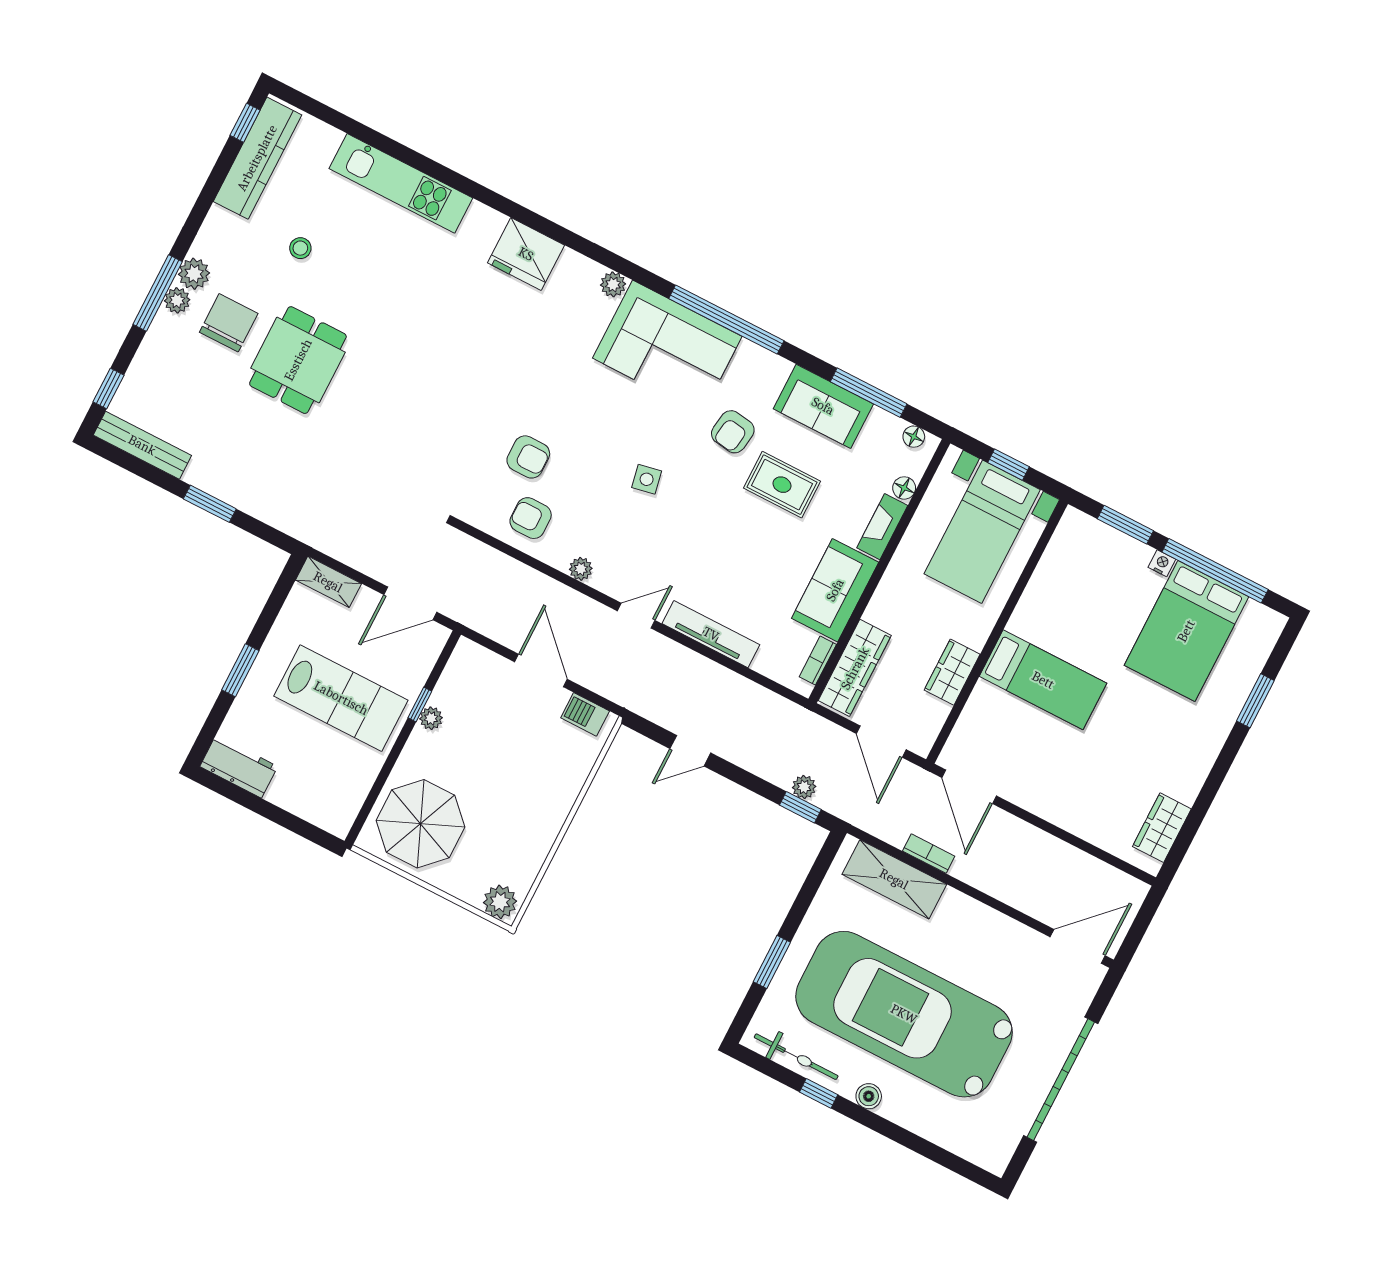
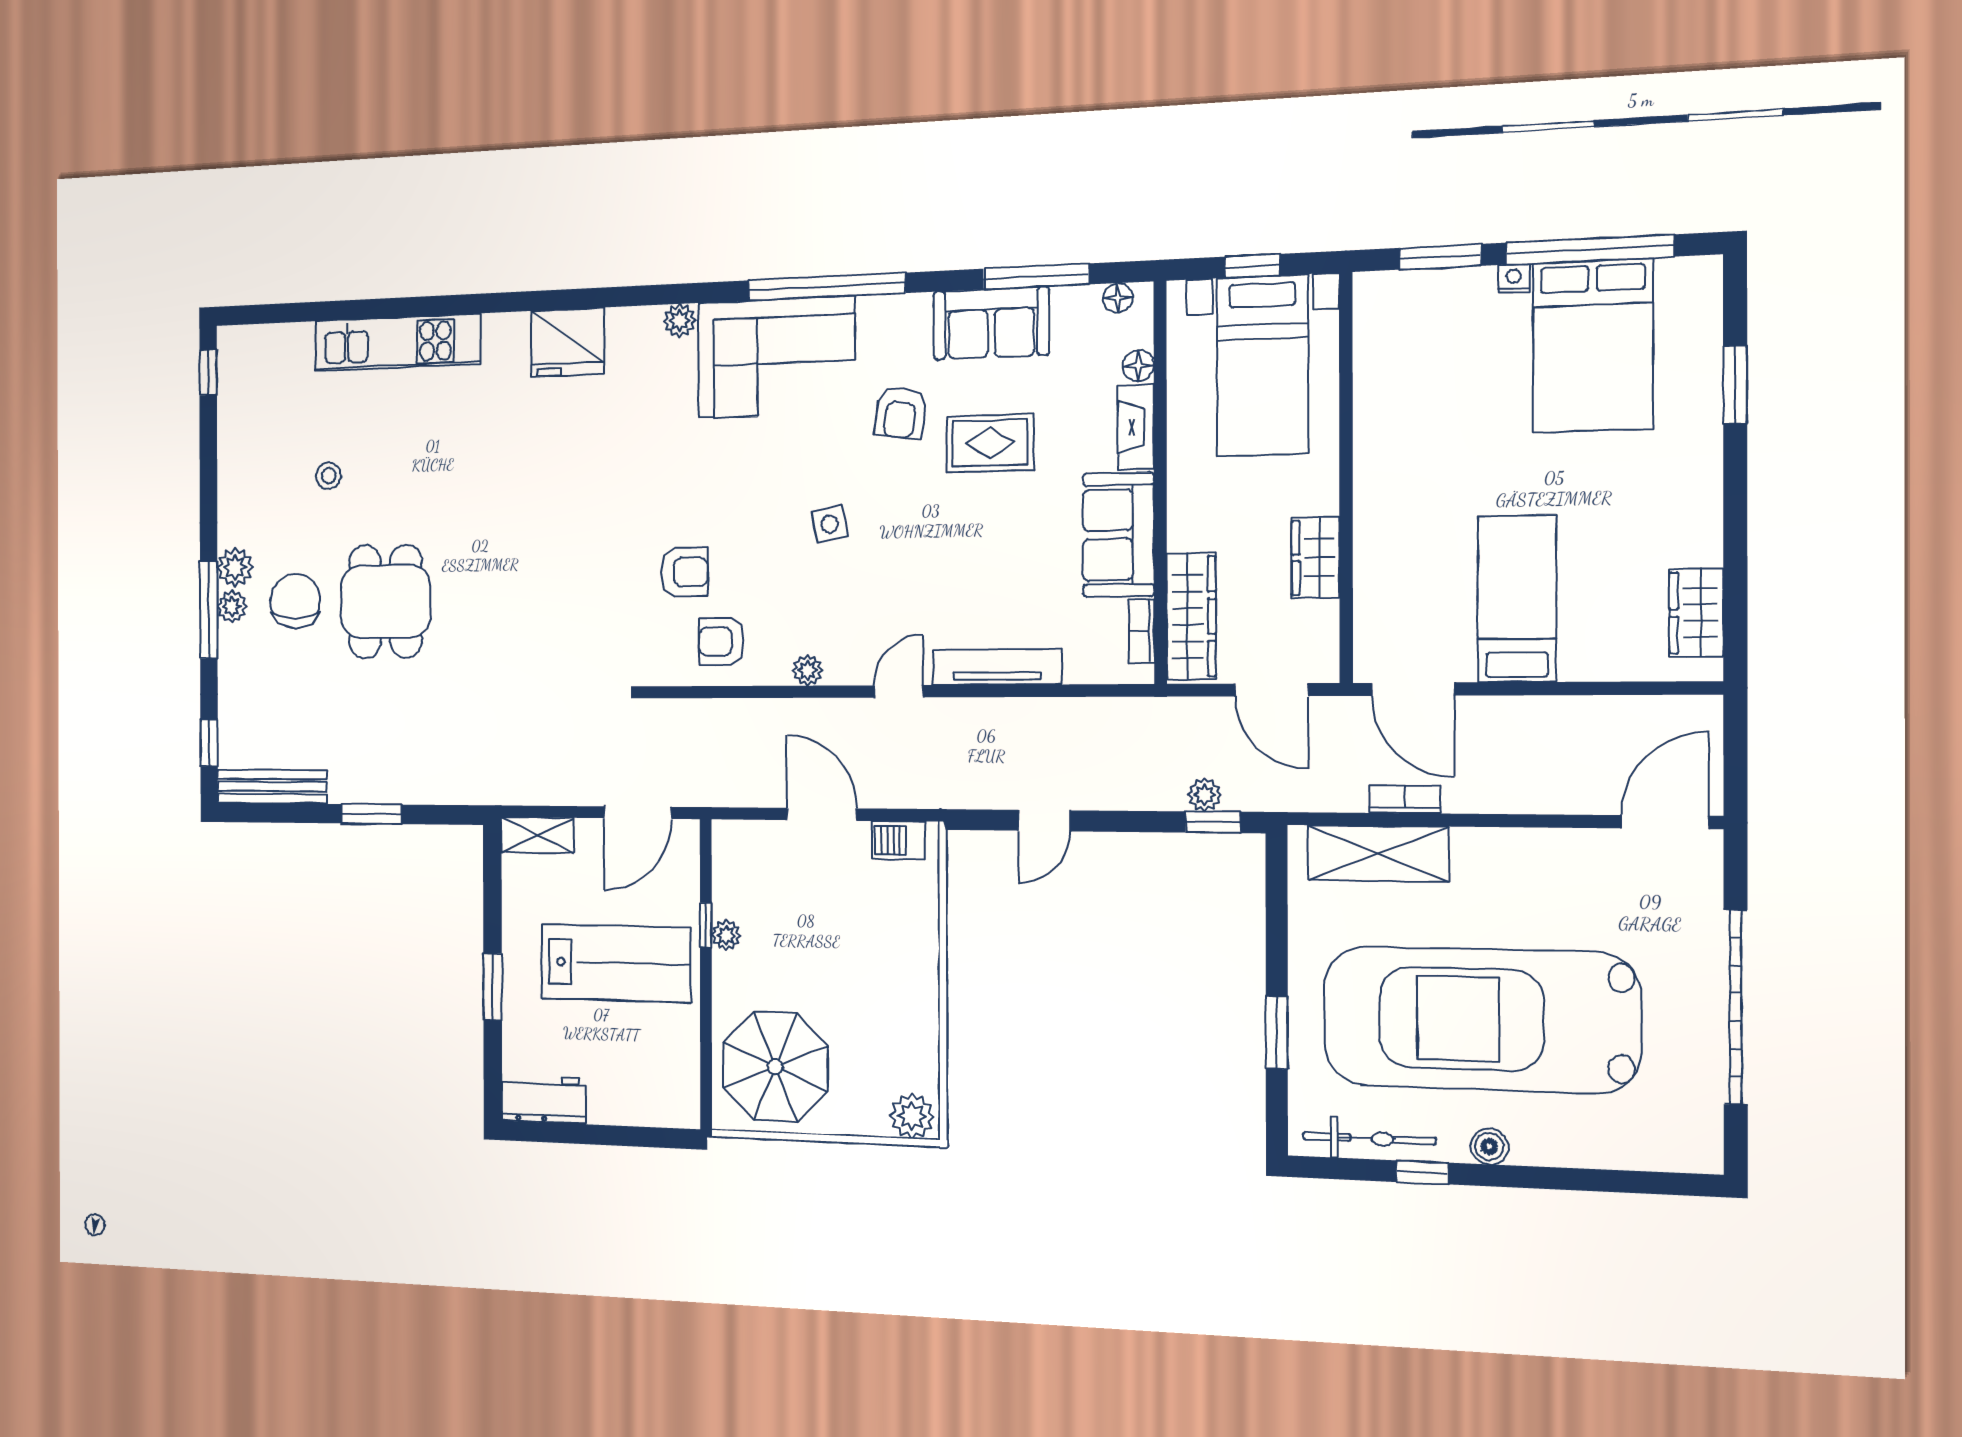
kitchen counter: (257, 158) -> (239, 403), removed
bed: (1043, 680) -> (1517, 599), moved, turned -90

